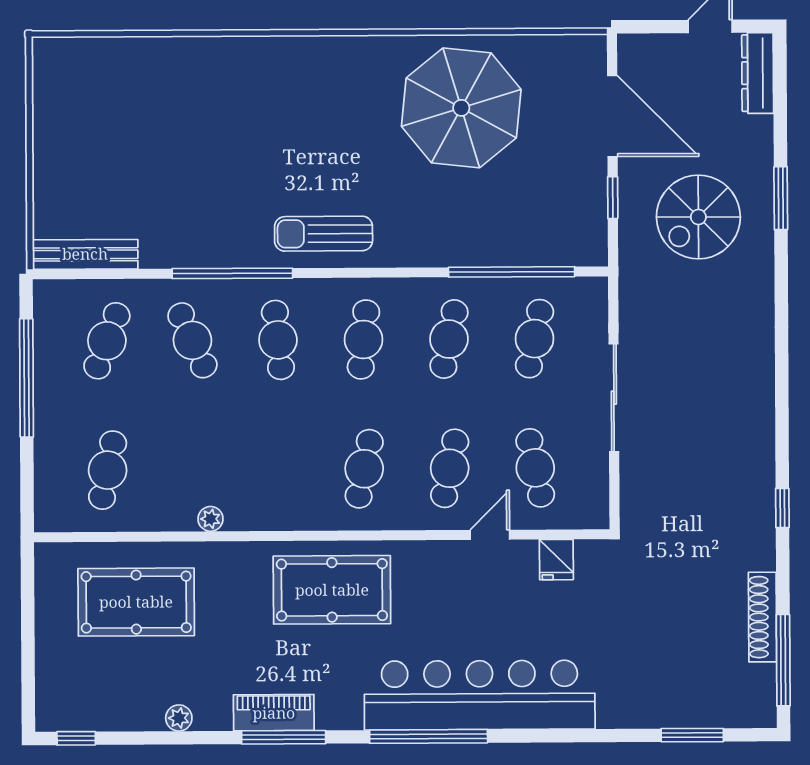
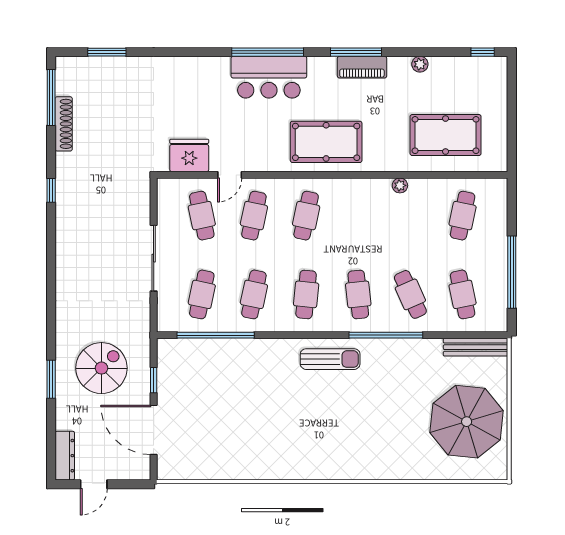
parasol: (461, 108) -> (467, 422), moved
cafe table: (107, 341) -> (463, 294), turned -33
fridge: (556, 560) -> (189, 155), width x1.88, depth x1.34
bar counter: (480, 695) -> (269, 77), width x0.54

